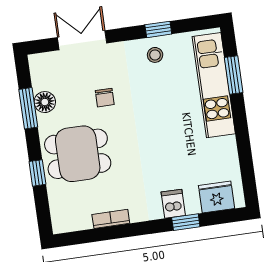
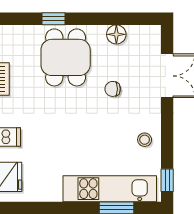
window: (158, 29) -> (167, 180), moved
window: (28, 108) -> (113, 19), removed

